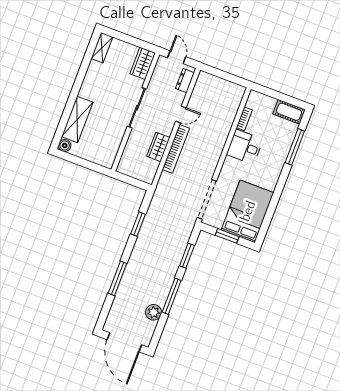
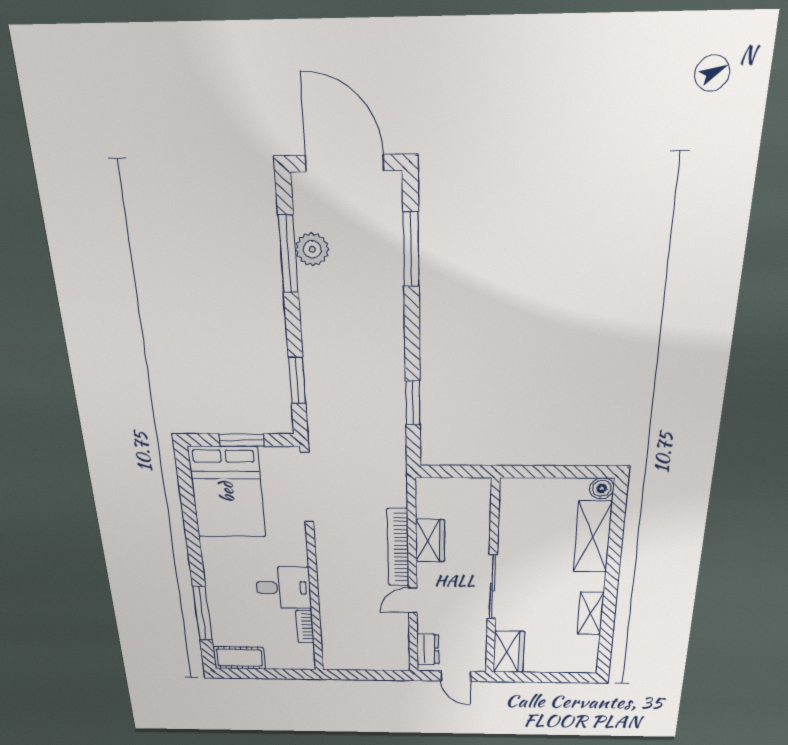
shelving: (102, 48) -> (590, 613), moved
window: (117, 278) -> (411, 249), moved
window: (172, 296) -> (288, 254), moved

